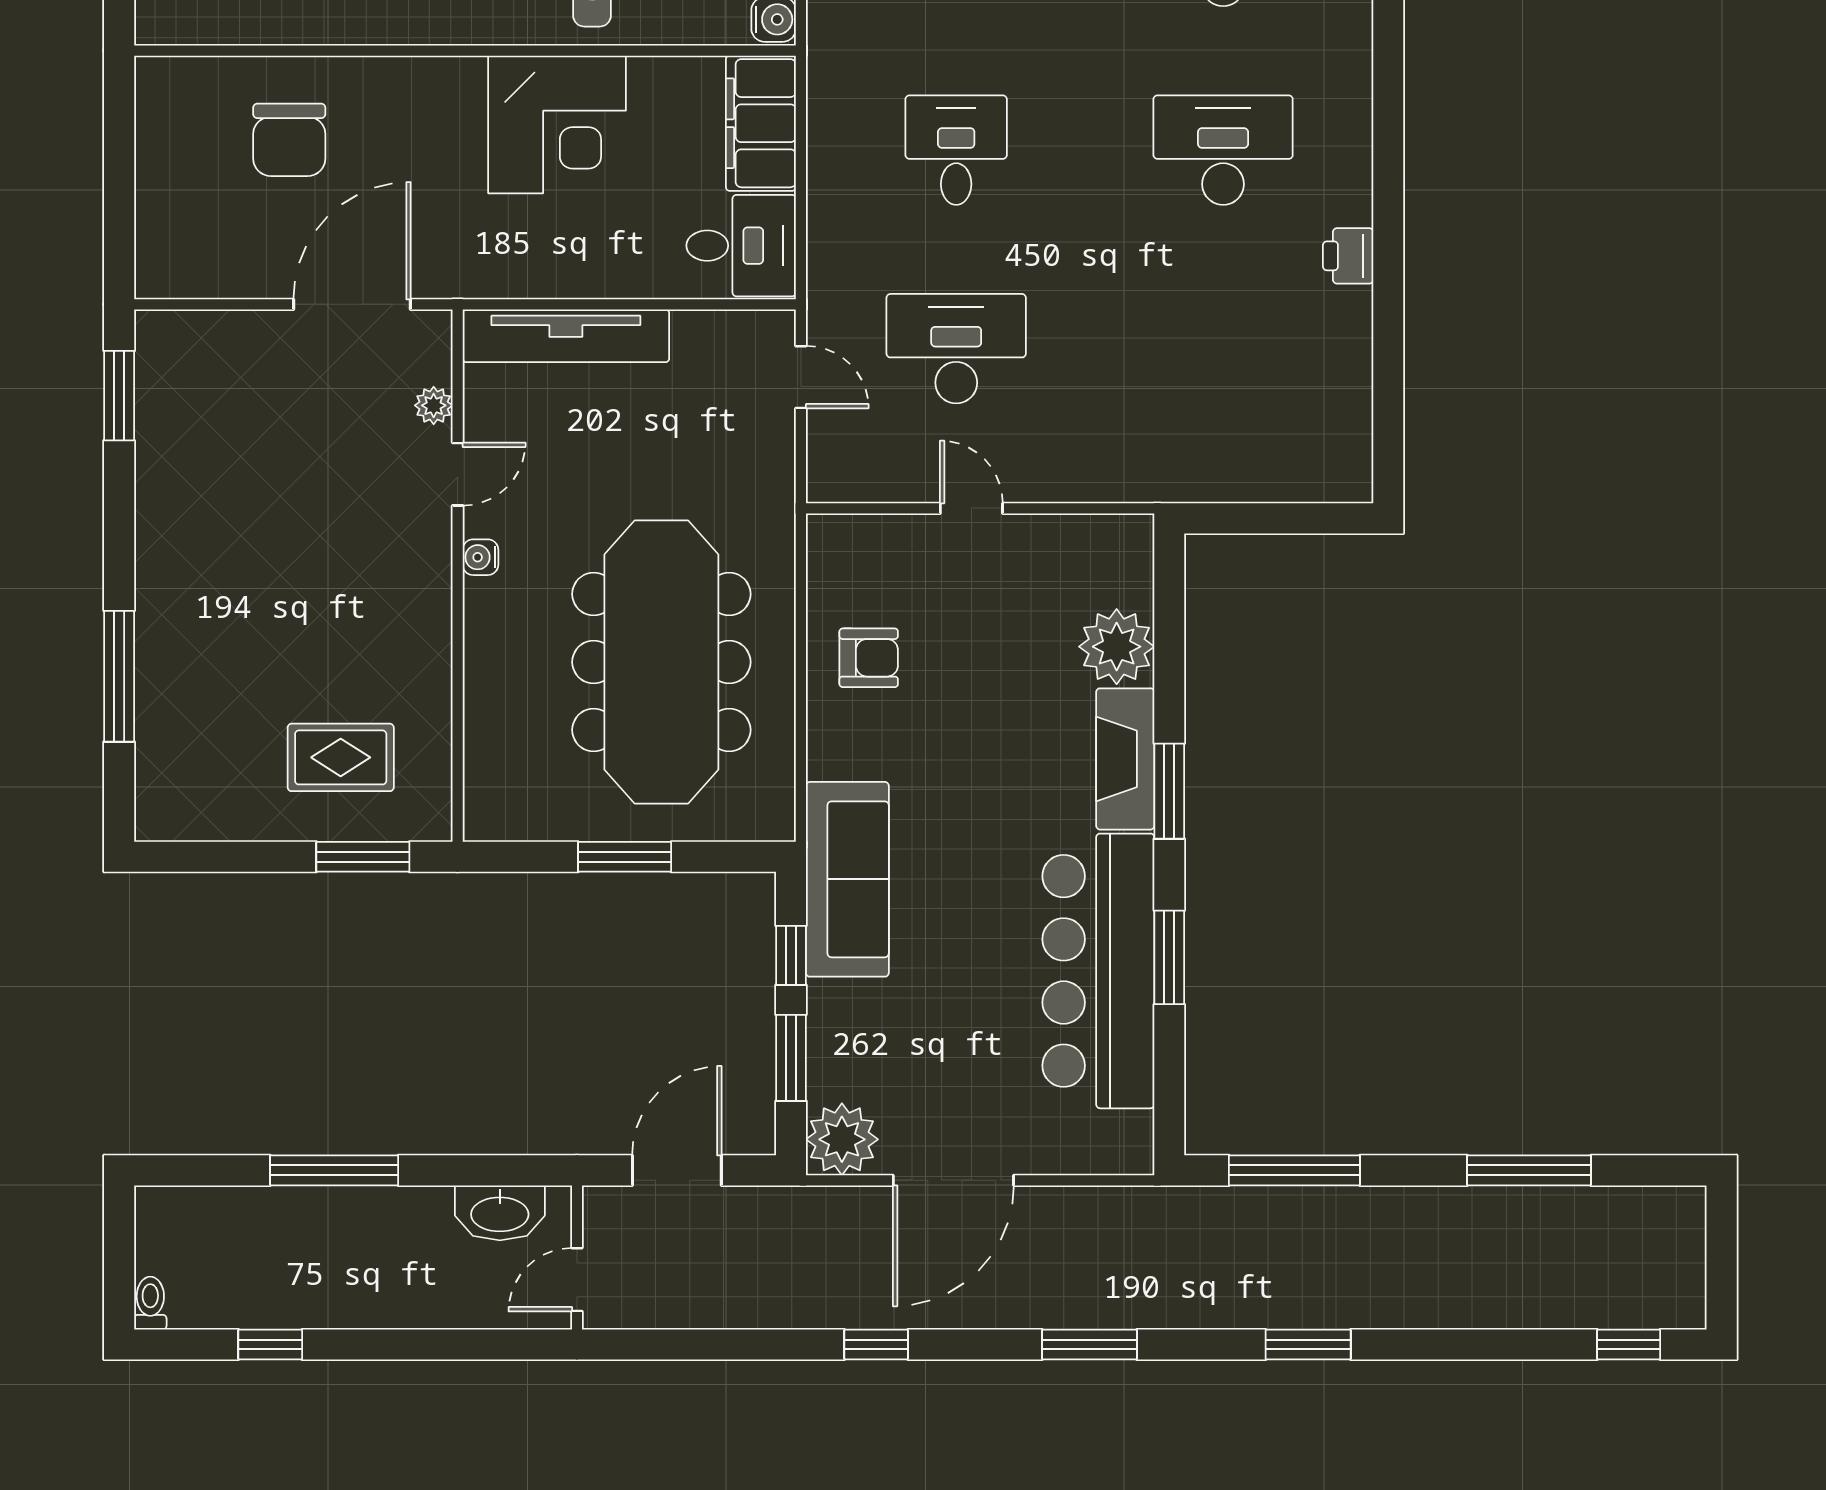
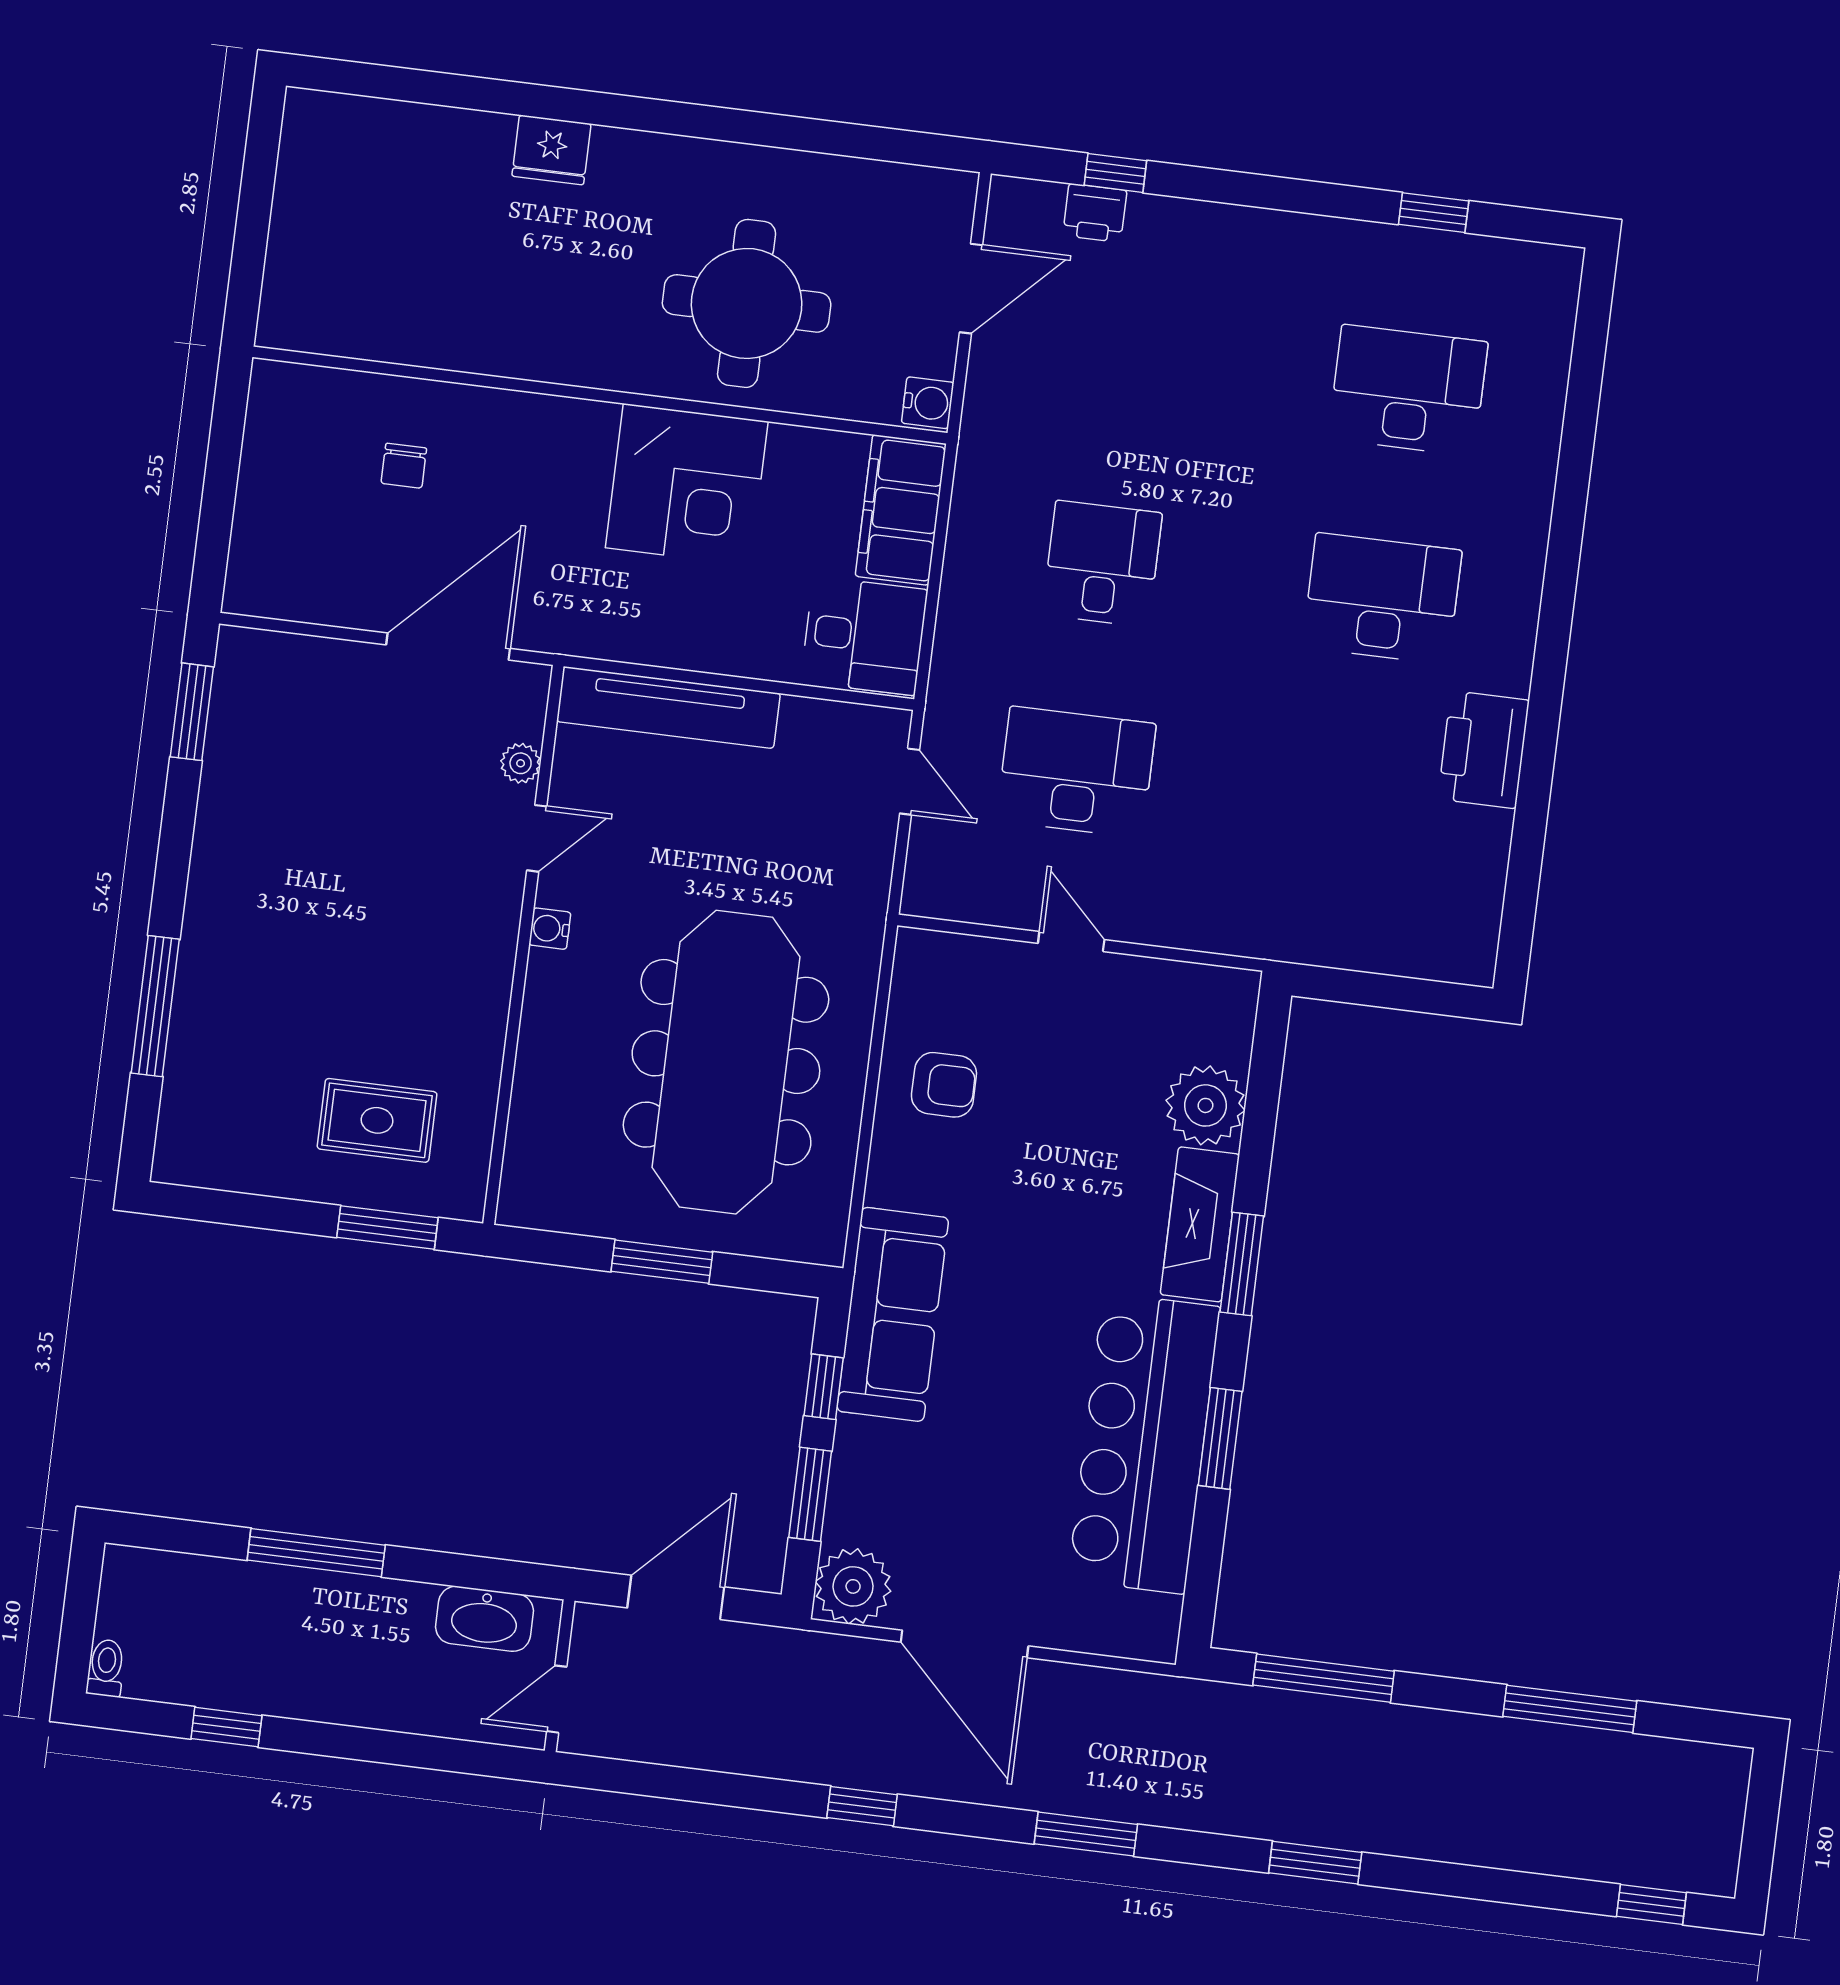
chair: (289, 140) -> (404, 466), width x0.54, depth x0.54
printer: (1348, 256) -> (1484, 750), width x1.87, depth x1.48
door: (953, 1180) -> (965, 1644), hinge flipped

